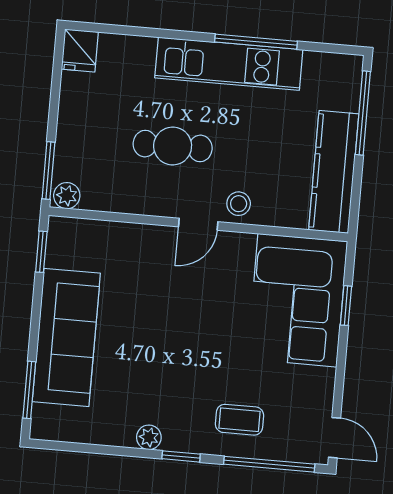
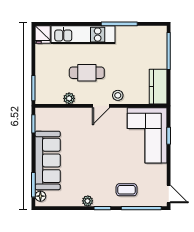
kitchen unit: (229, 64) -> (83, 35), moved
kitchen counter: (334, 172) -> (158, 87), width x0.67
plant: (67, 196) -> (69, 98), moved
floor lamp: (43, 417) -> (40, 196), added

